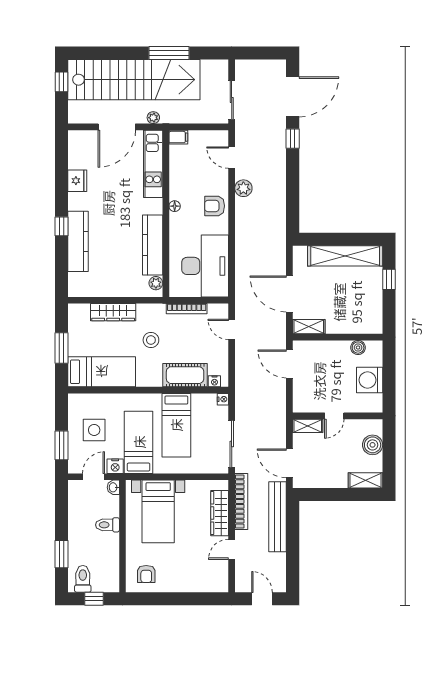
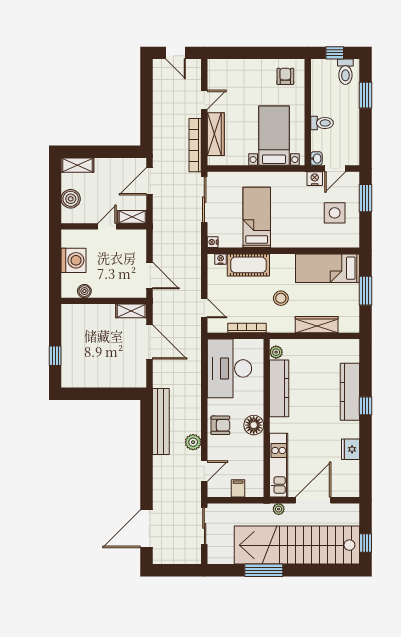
filing cabinet: (178, 137) -> (238, 488), moved, turned 90
window: (293, 139) -> (146, 489), removed
door: (232, 158) -> (204, 471), hinge flipped
floor lamp: (175, 206) -> (254, 425), width x1.89, depth x1.89
shelving: (345, 256) -> (97, 378), removed
bed: (139, 442) -> (293, 201), removed
door: (289, 463) -> (149, 181), swing flipped
bench: (278, 517) -> (161, 421), moved

